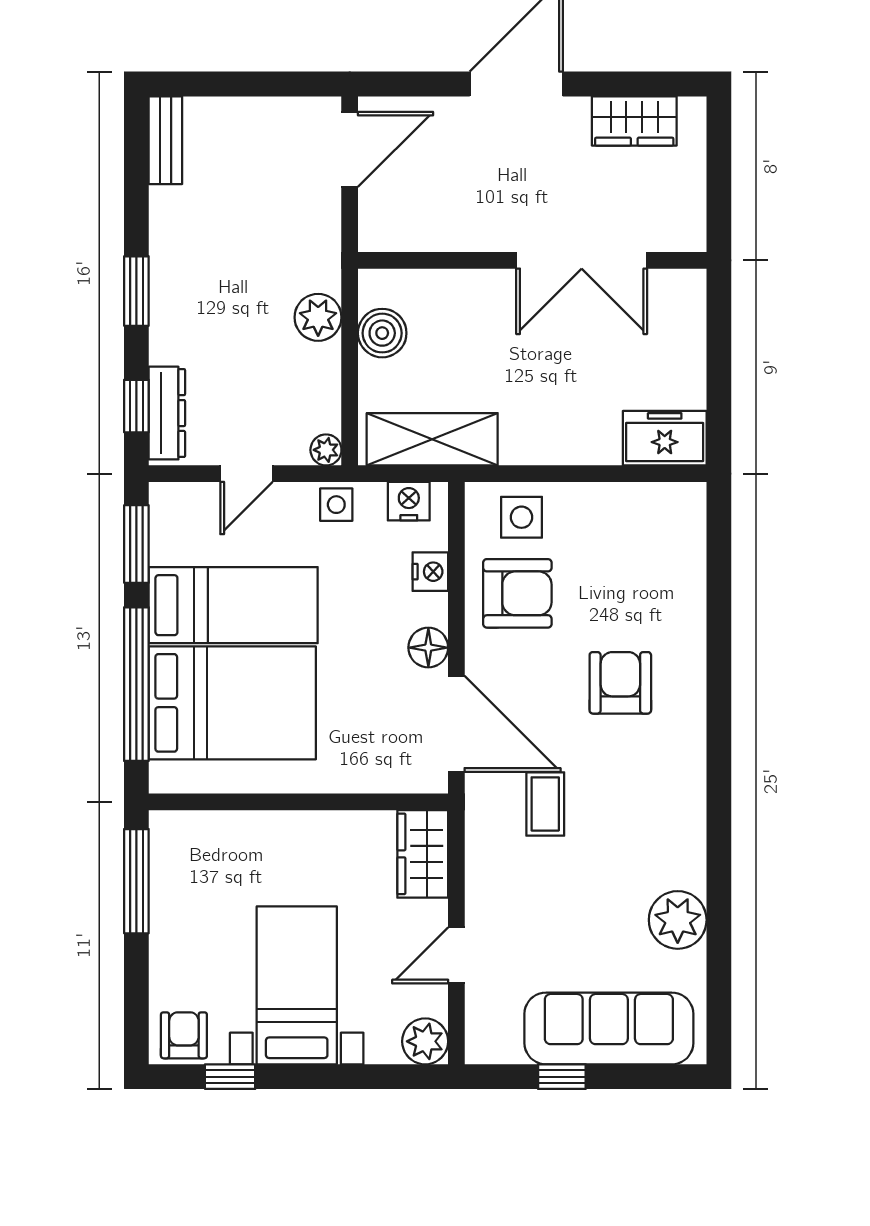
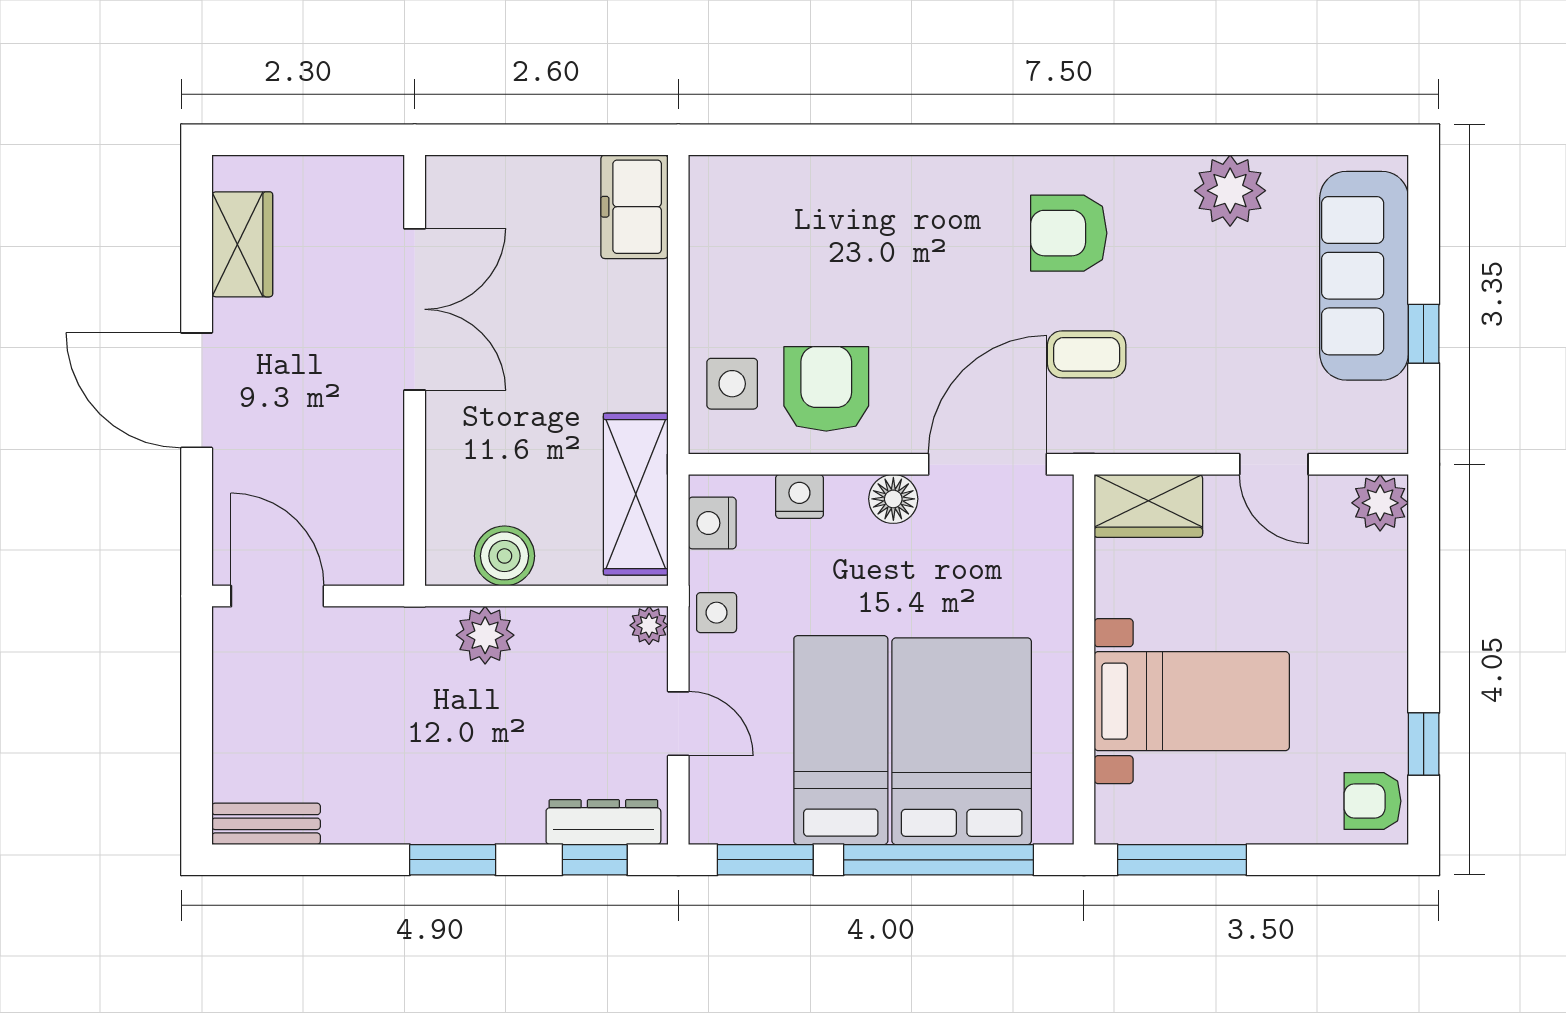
armchair: (620, 683) -> (1069, 233), moved
bed with nightstands: (297, 985) -> (1192, 701), moved, turned 180

